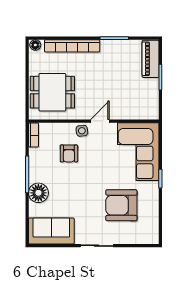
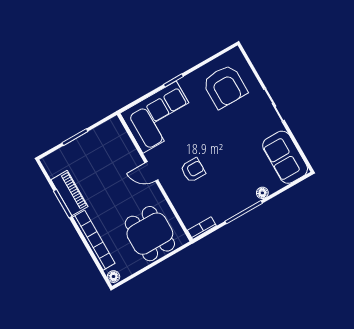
piano: (151, 59) -> (69, 193), moved, turned -90
side table: (82, 131) -> (171, 183), removed
armchair: (69, 153) -> (193, 170), moved
floor lamp: (38, 193) -> (262, 193), width x0.53, depth x0.53
armchair: (121, 205) -> (225, 86), moved

